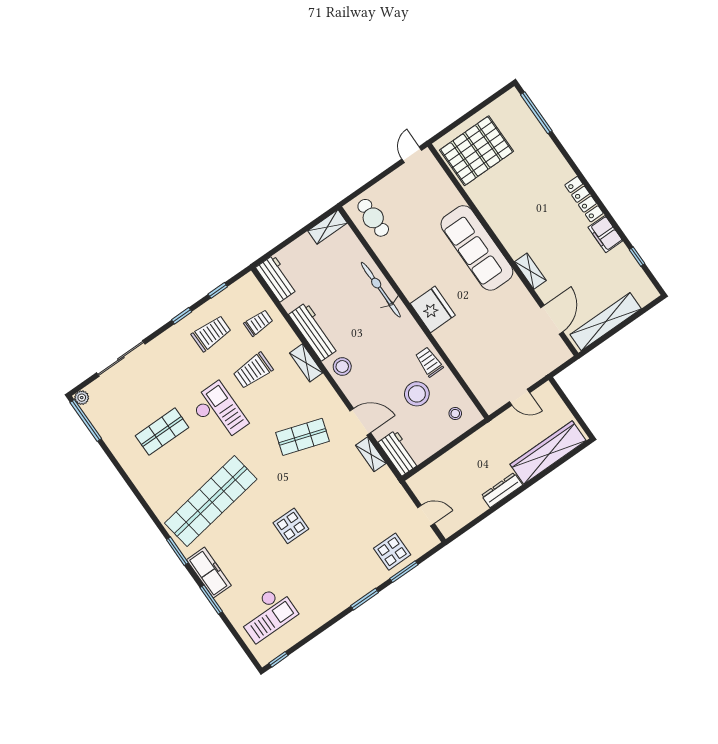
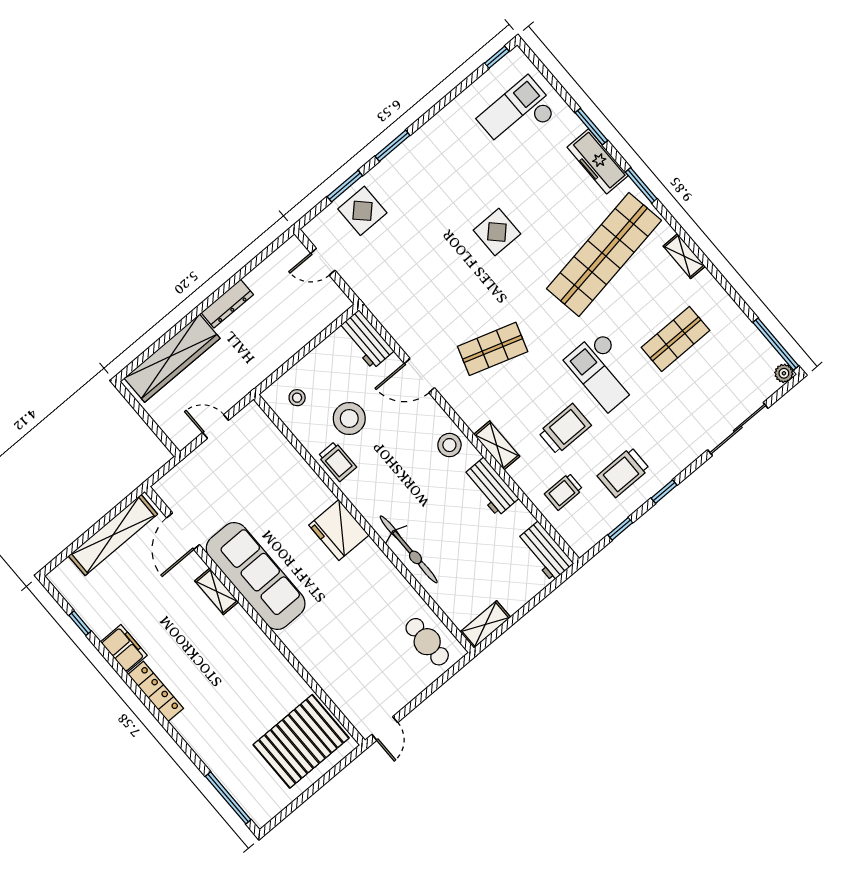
sofa: (477, 248) -> (256, 576), moved
workbench: (314, 332) -> (491, 487), width x0.73
shelving: (371, 454) -> (684, 256), moved

